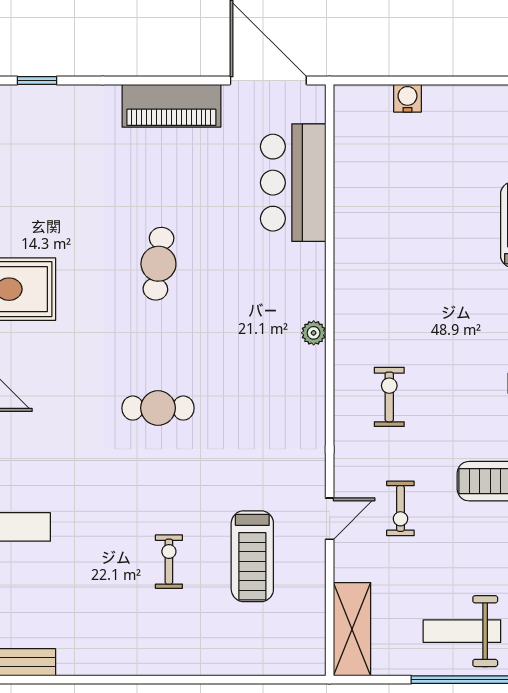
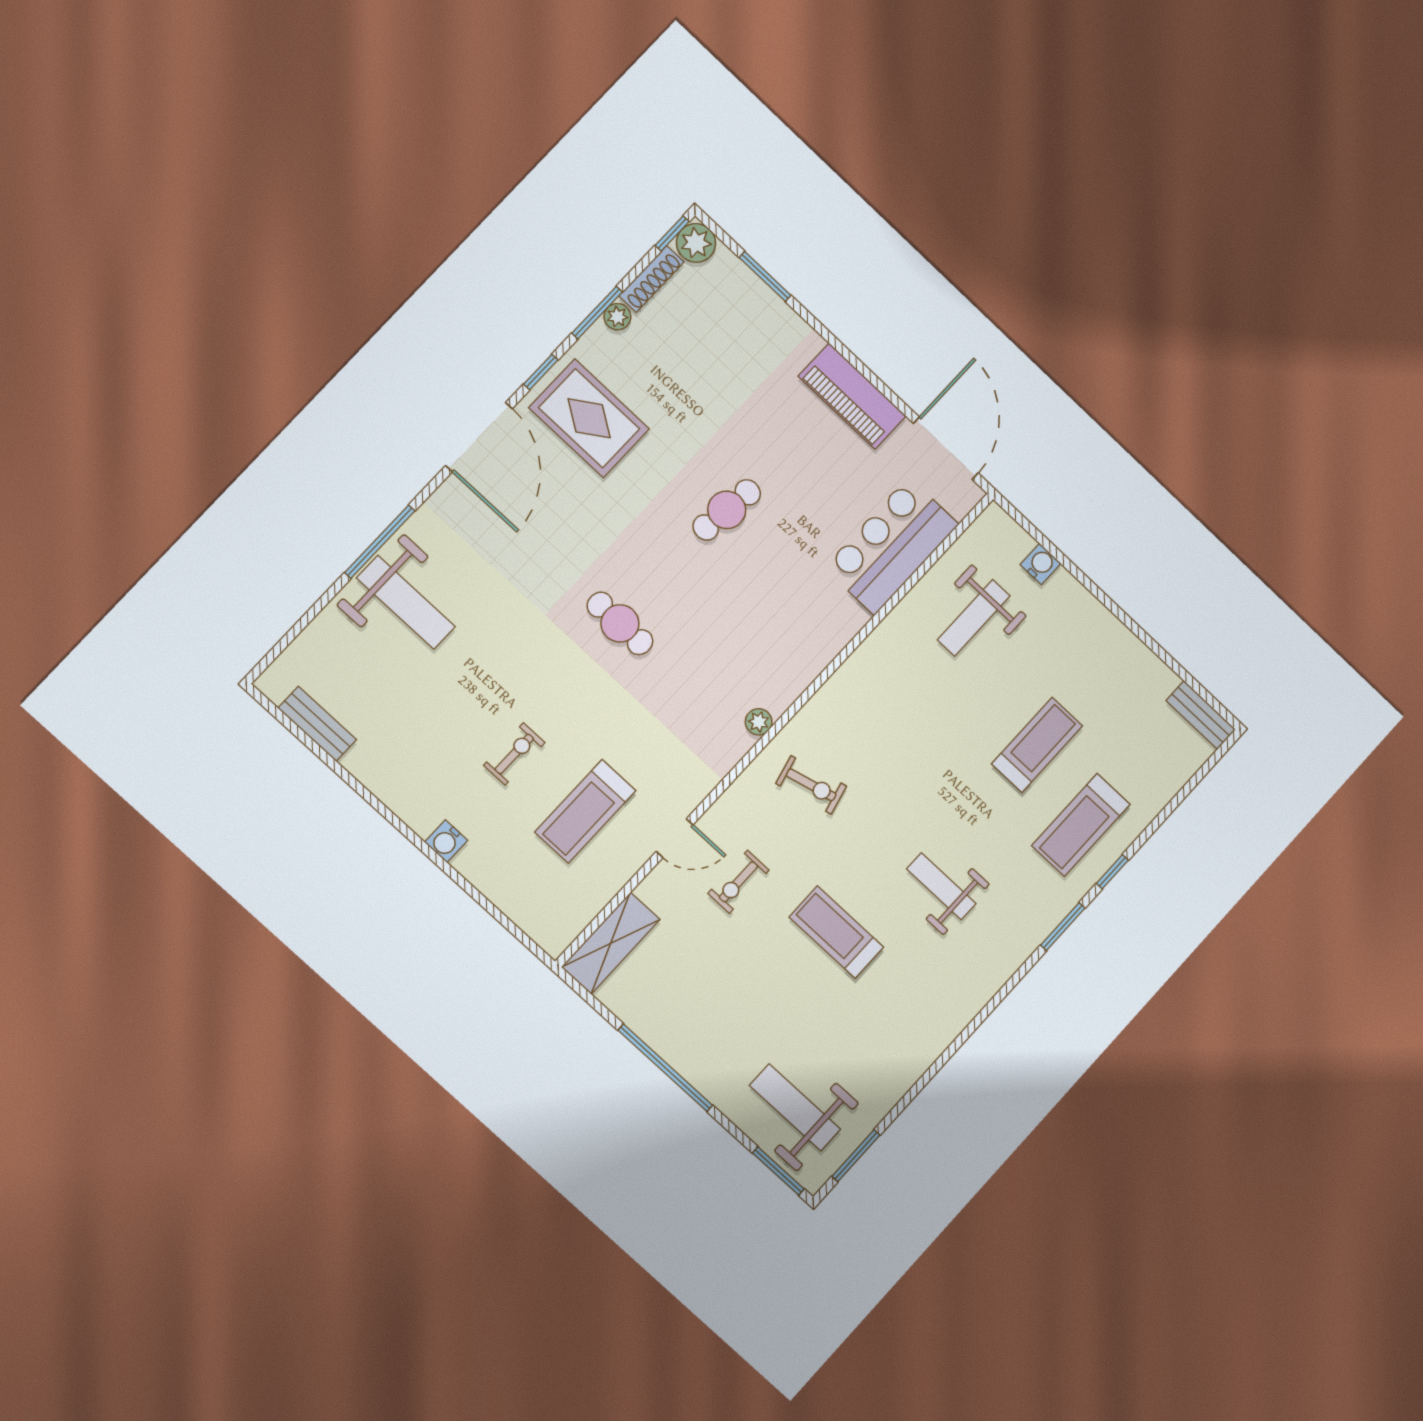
window: (37, 81) -> (765, 276), width x1.50
plant: (314, 333) -> (759, 722), moved
exercise bike: (389, 397) -> (811, 785), turned 76
weight bench: (462, 631) -> (974, 618), moved, turned -90
water cooler: (178, 662) -> (446, 841), added

